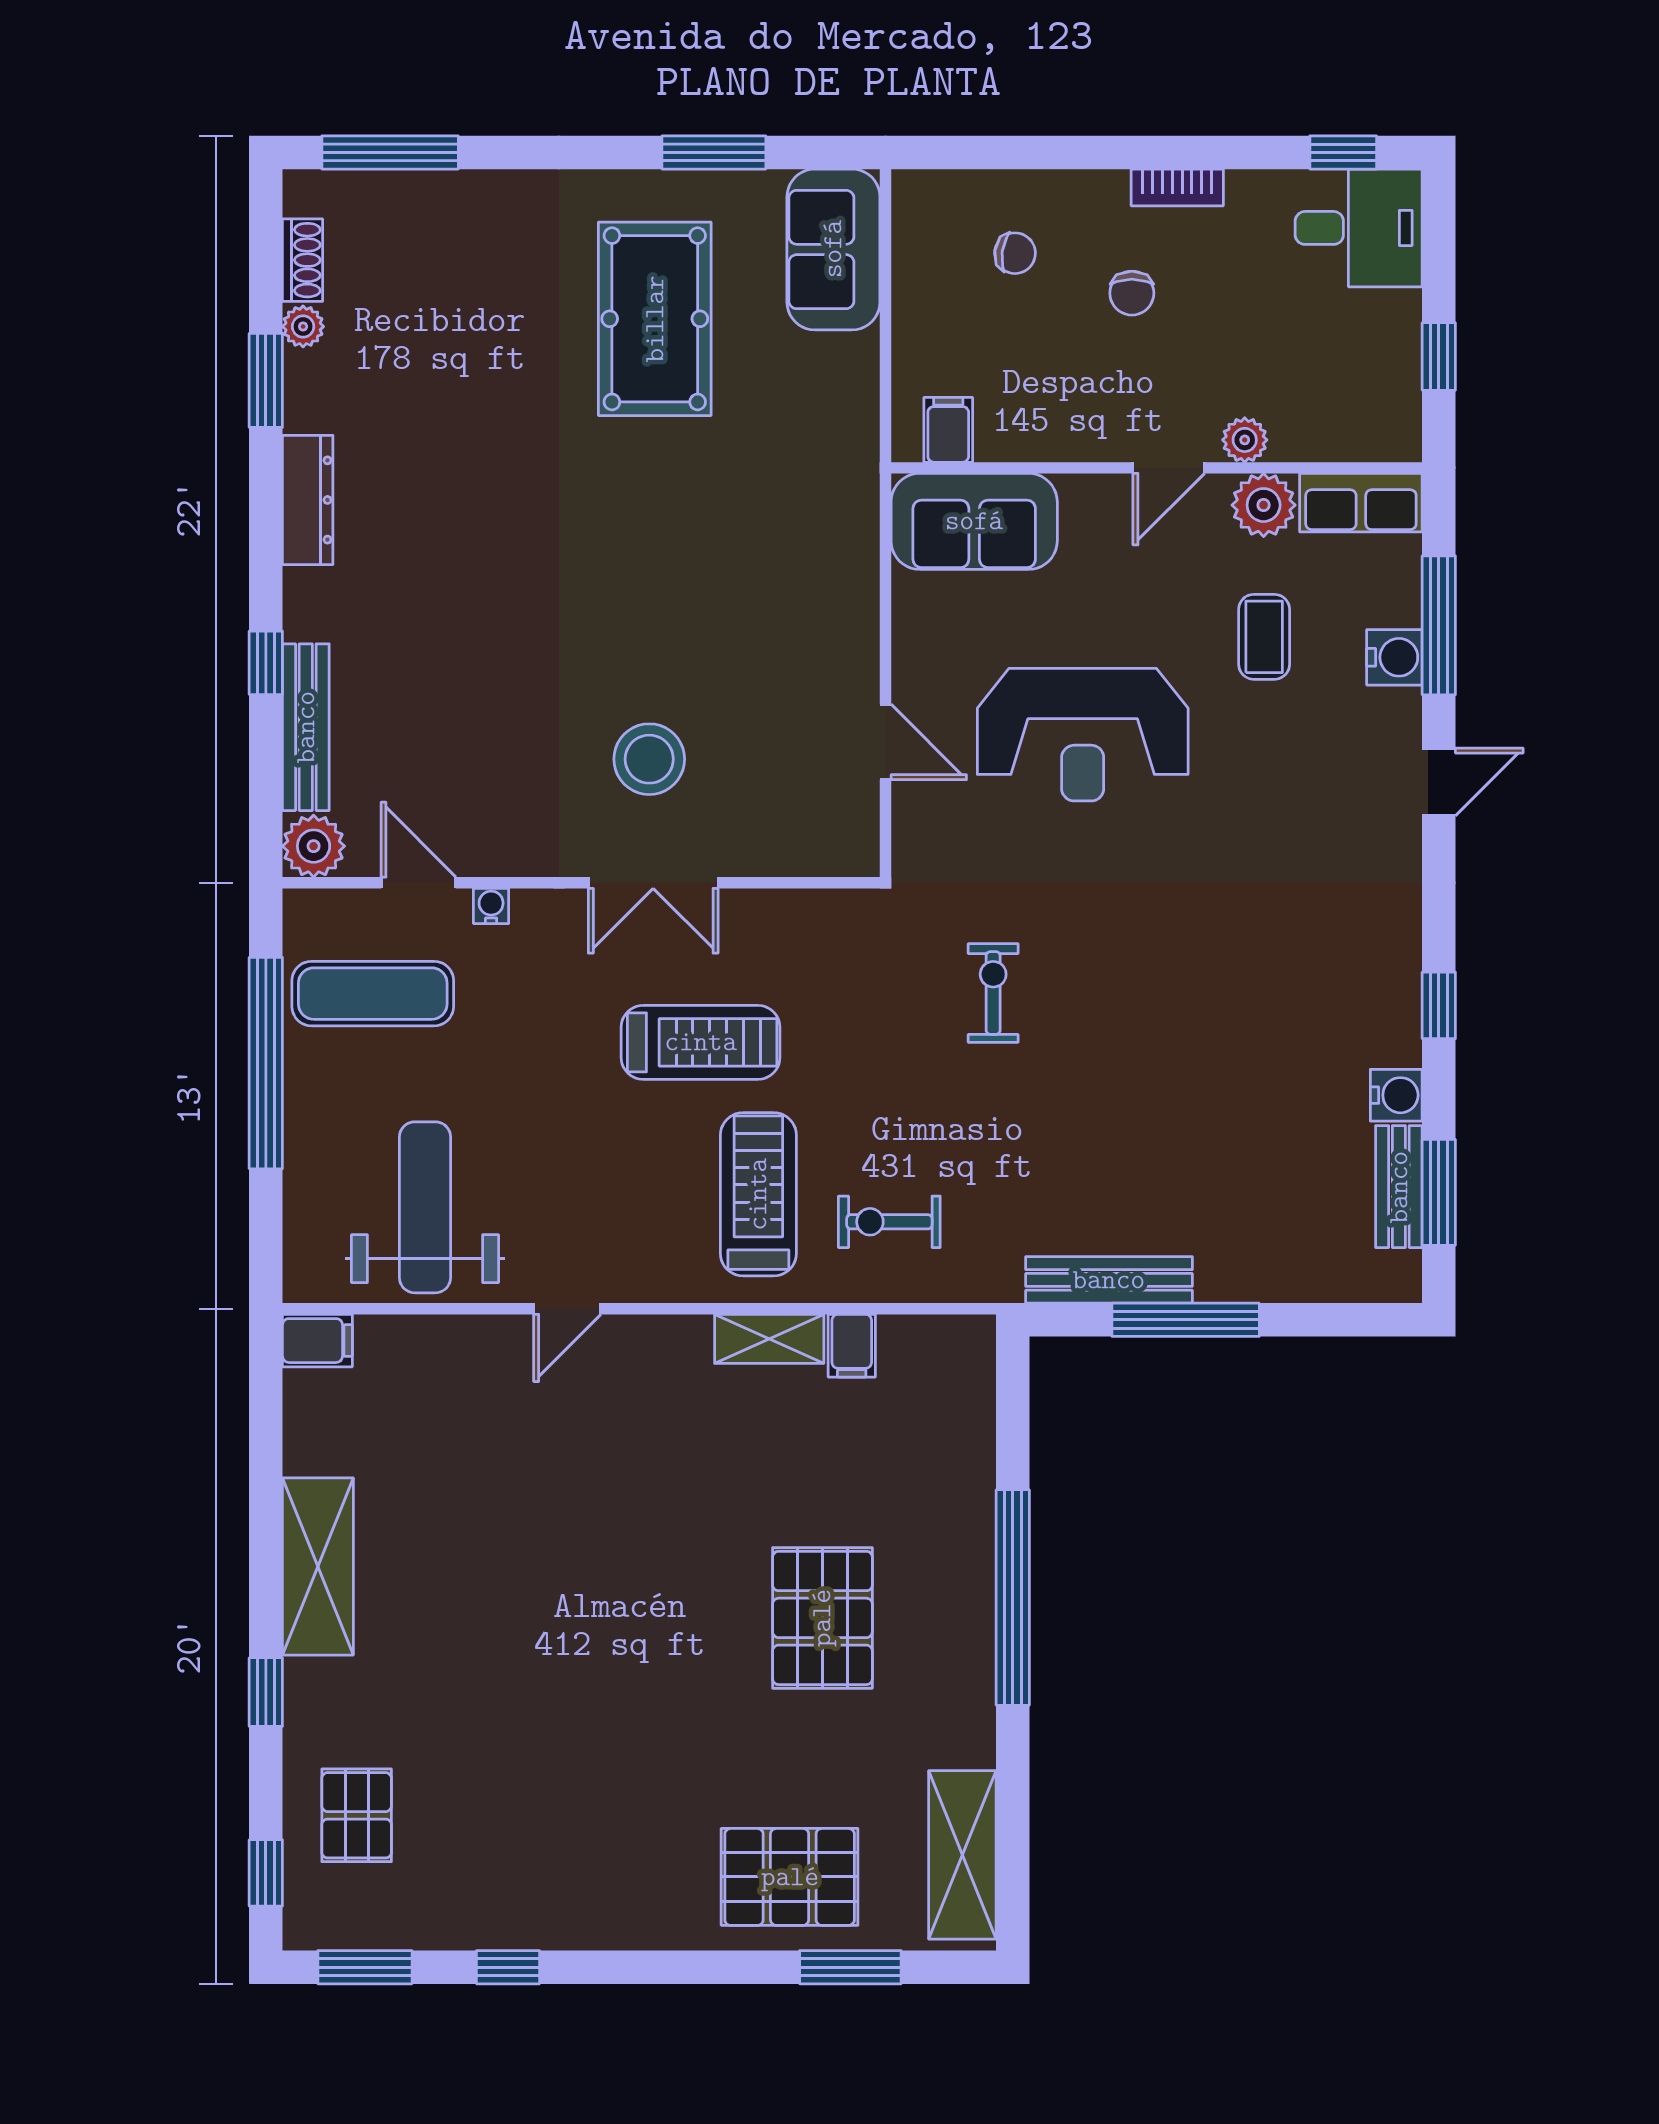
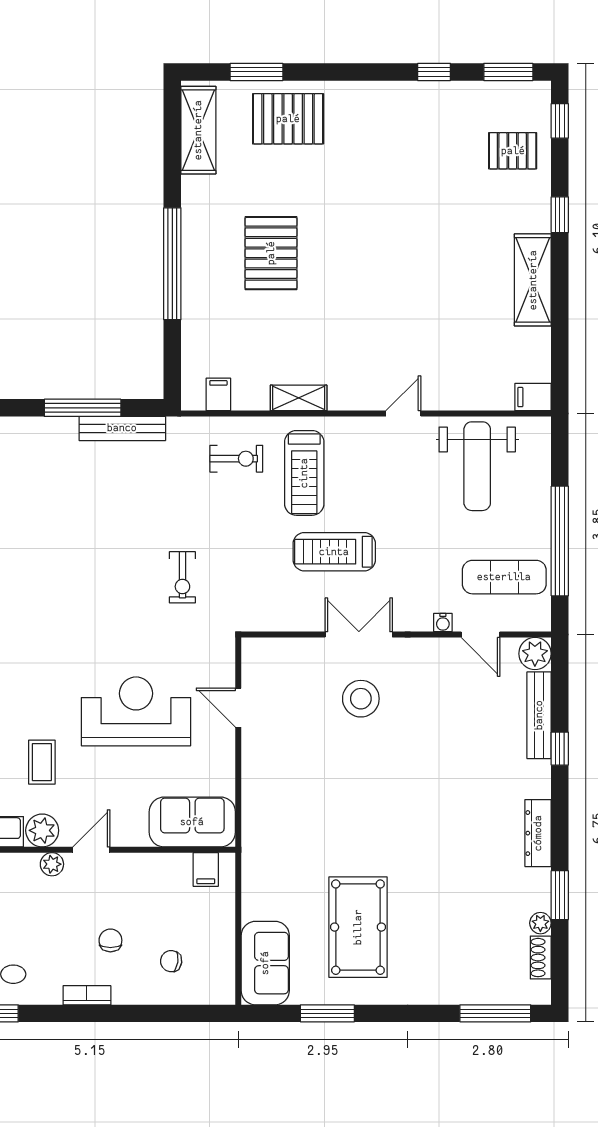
filing cabinet: (852, 1346) -> (218, 394), moved
pallet: (357, 1815) -> (513, 151), turned 90

